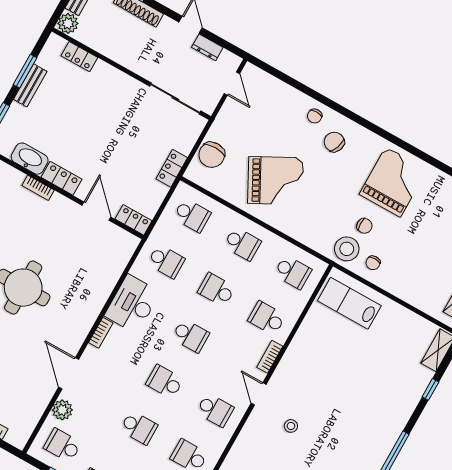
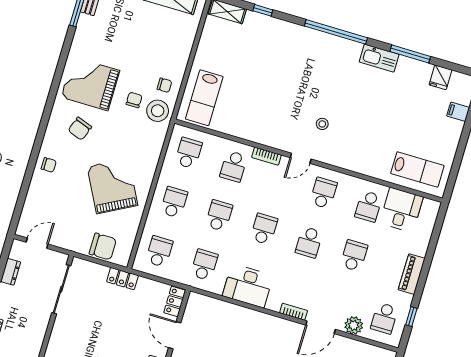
chair: (334, 142) -> (80, 129), moved
door: (97, 211) -> (175, 335), hinge flipped
school desk: (216, 290) -> (219, 216), turned 180
bookcase: (101, 333) -> (294, 312), moved

